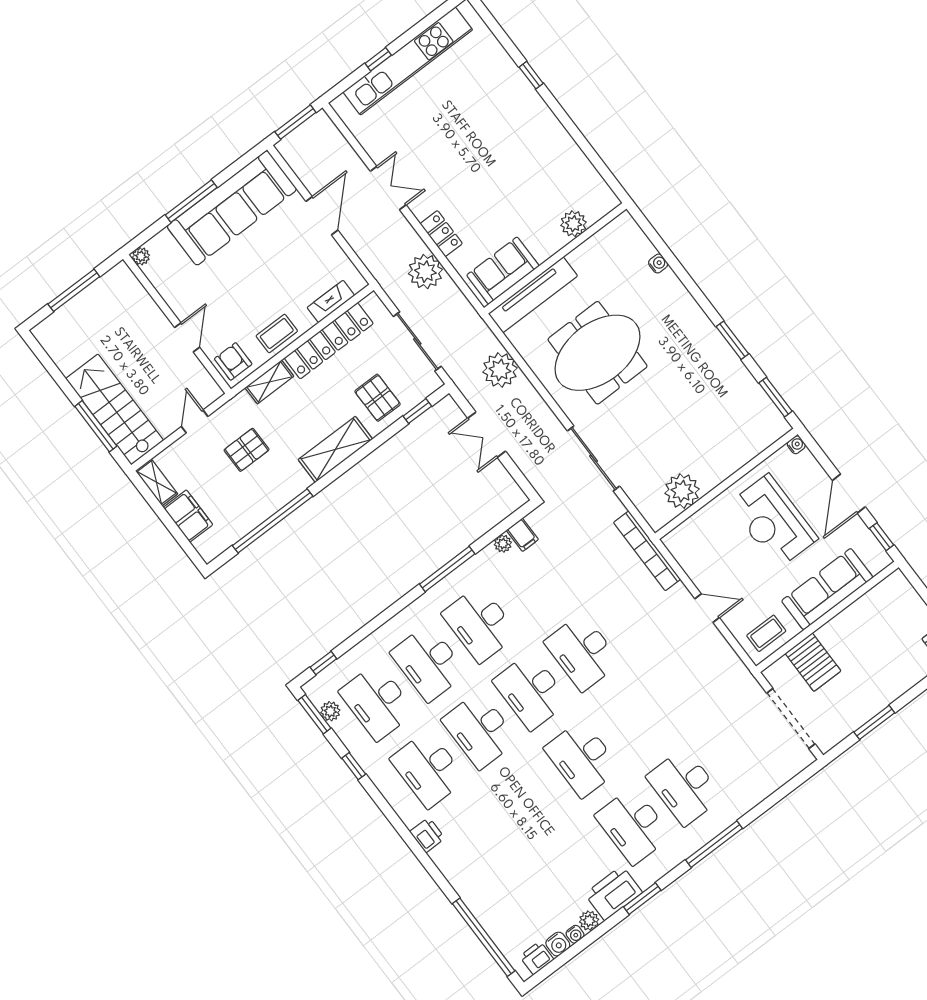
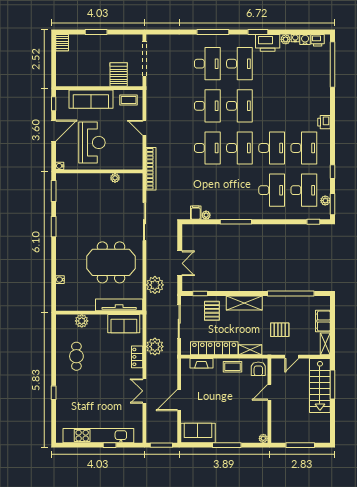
cafe table: (539, 161) -> (76, 356), added
sofa: (232, 208) -> (198, 433), width x0.54, depth x0.79
plant: (682, 491) -> (115, 178), width x0.53, depth x0.53
desk: (480, 624) -> (207, 106), moved
window: (874, 722) -> (96, 32), moved

